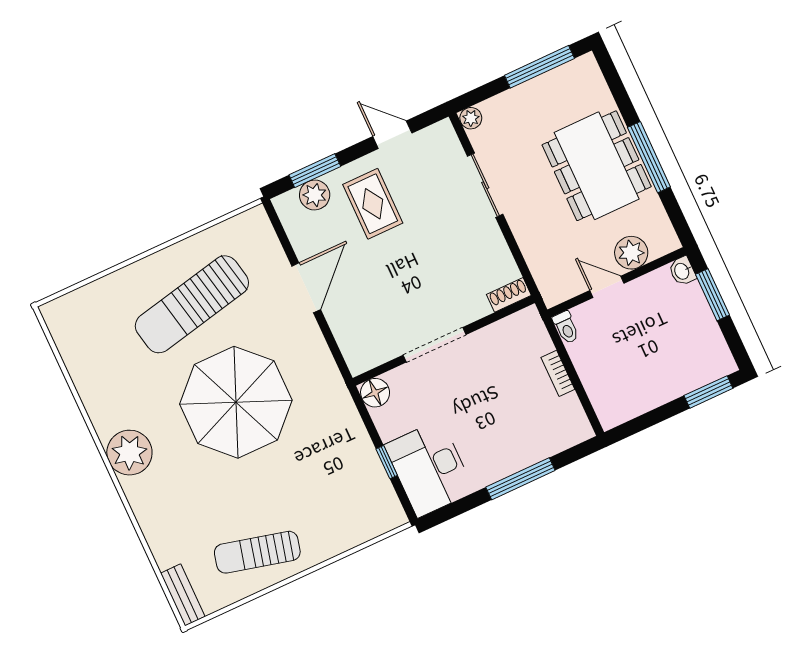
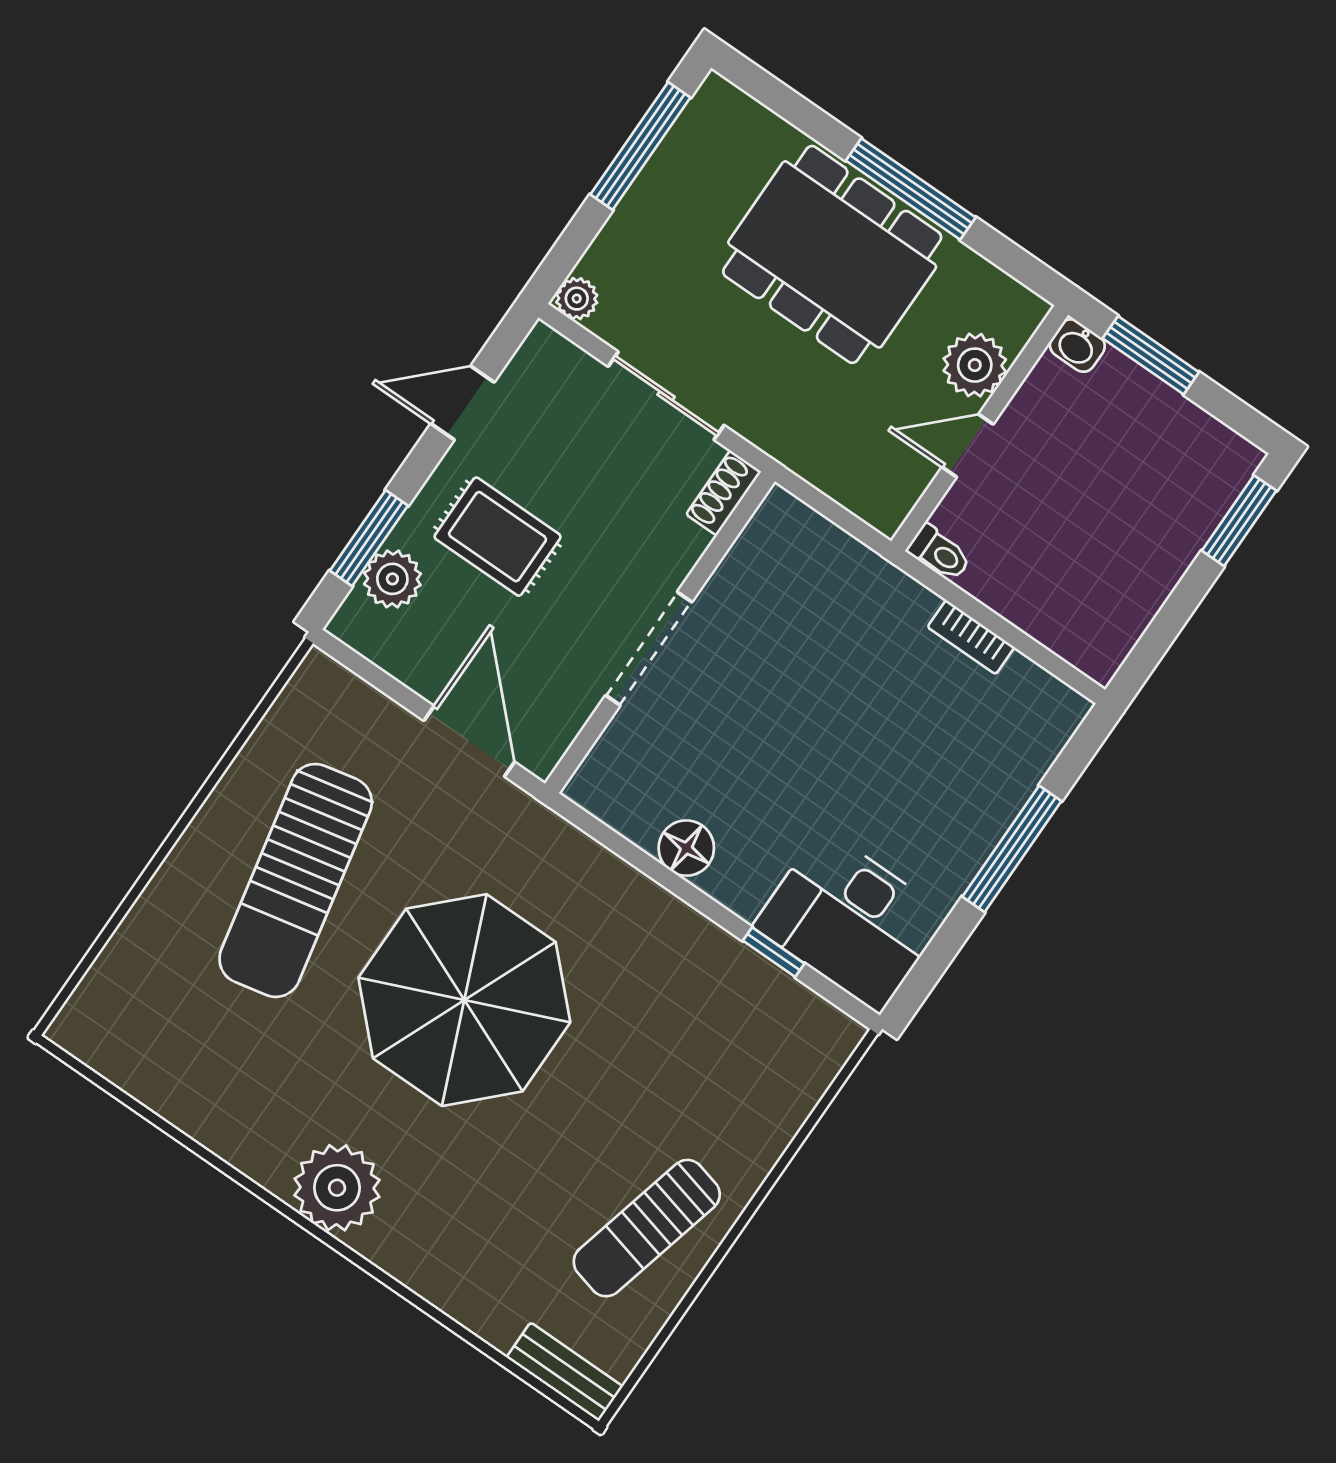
shoe rack: (509, 295) -> (724, 493), moved
wall: (444, 341) -> (660, 632), moved
doorway: (434, 345) -> (649, 649), moved

